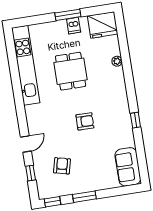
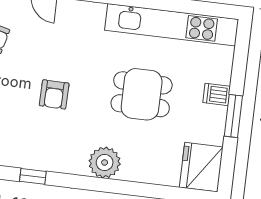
dishwasher: (74, 26) -> (217, 94), moved
plant: (117, 61) -> (105, 162), moved, width x1.88, depth x1.88

